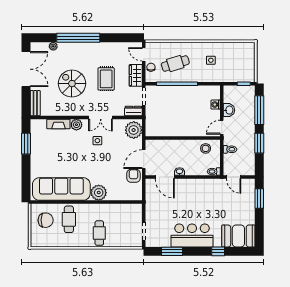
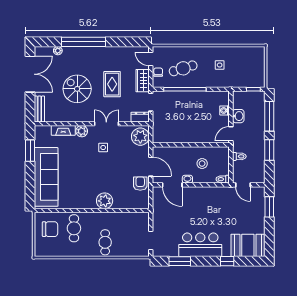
double door: (101, 117) -> (106, 124), swing flipped
stool: (206, 148) -> (202, 164), moved
door: (144, 159) -> (151, 167), swing flipped
sofa: (61, 189) -> (46, 177), moved, turned 90

